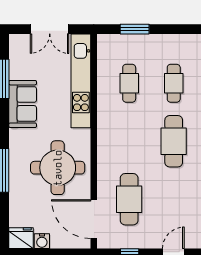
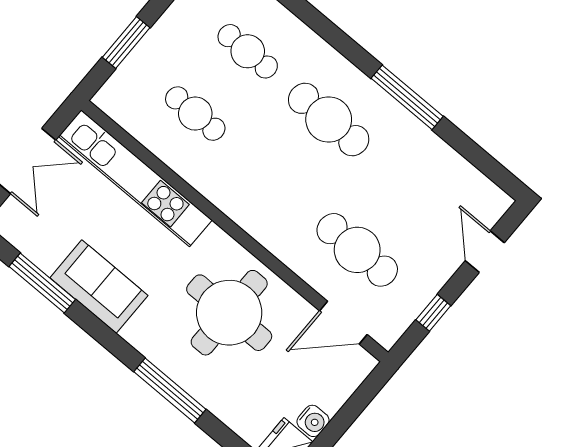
door: (94, 219) -> (343, 323), width x0.73

